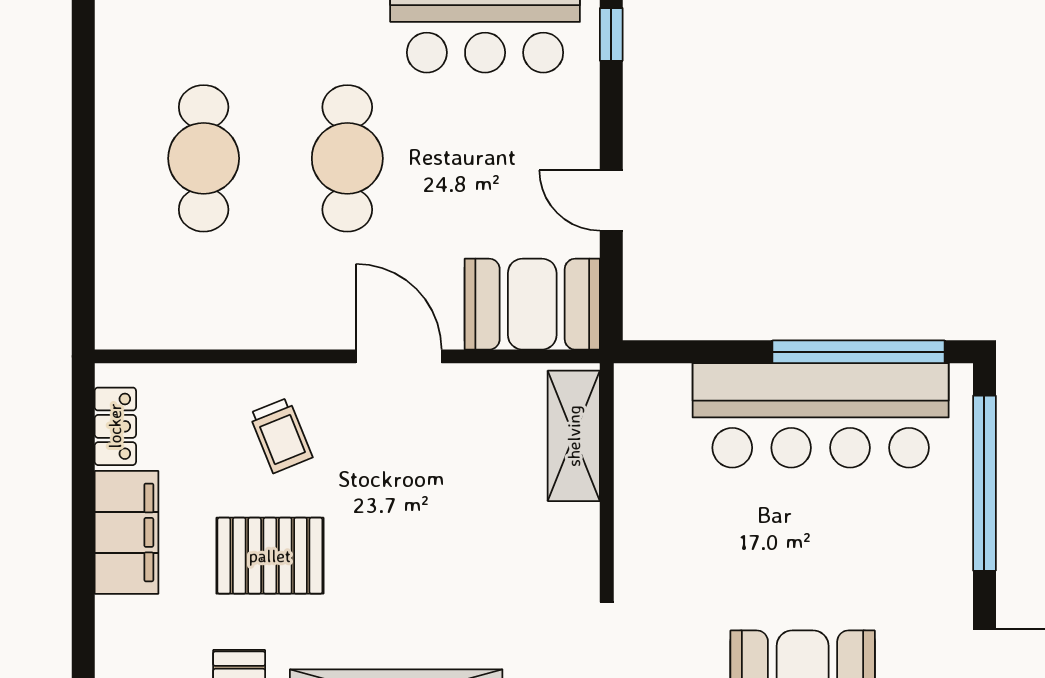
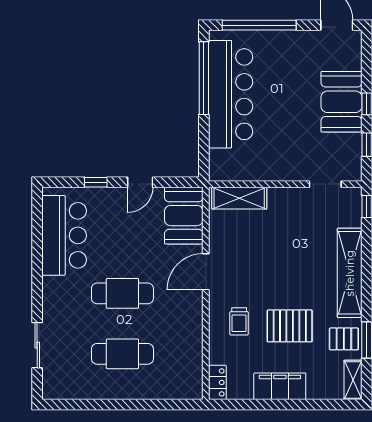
window: (611, 34) -> (96, 182), moved
locker: (115, 426) -> (217, 382), moved, turned 90
trolley: (281, 435) -> (239, 321), turned 112
pallet: (270, 556) -> (290, 326), turned 90

